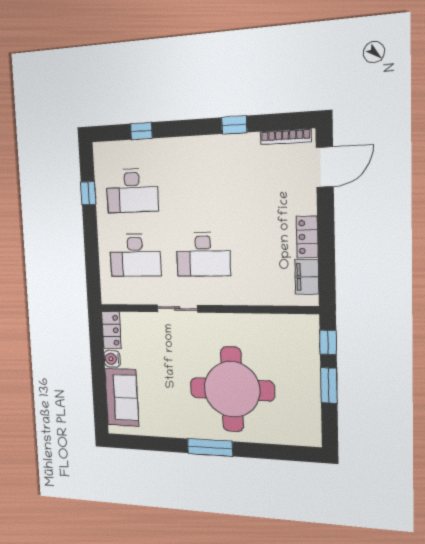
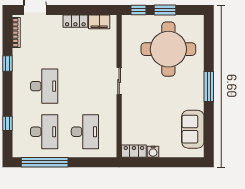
window: (88, 193) -> (45, 162), width x3.17
desk: (203, 254) -> (44, 86), moved
sliding door: (177, 309) -> (119, 81), moved
round table: (232, 389) -> (168, 49), moved
sofa: (122, 397) -> (193, 129), moved, turned -90

